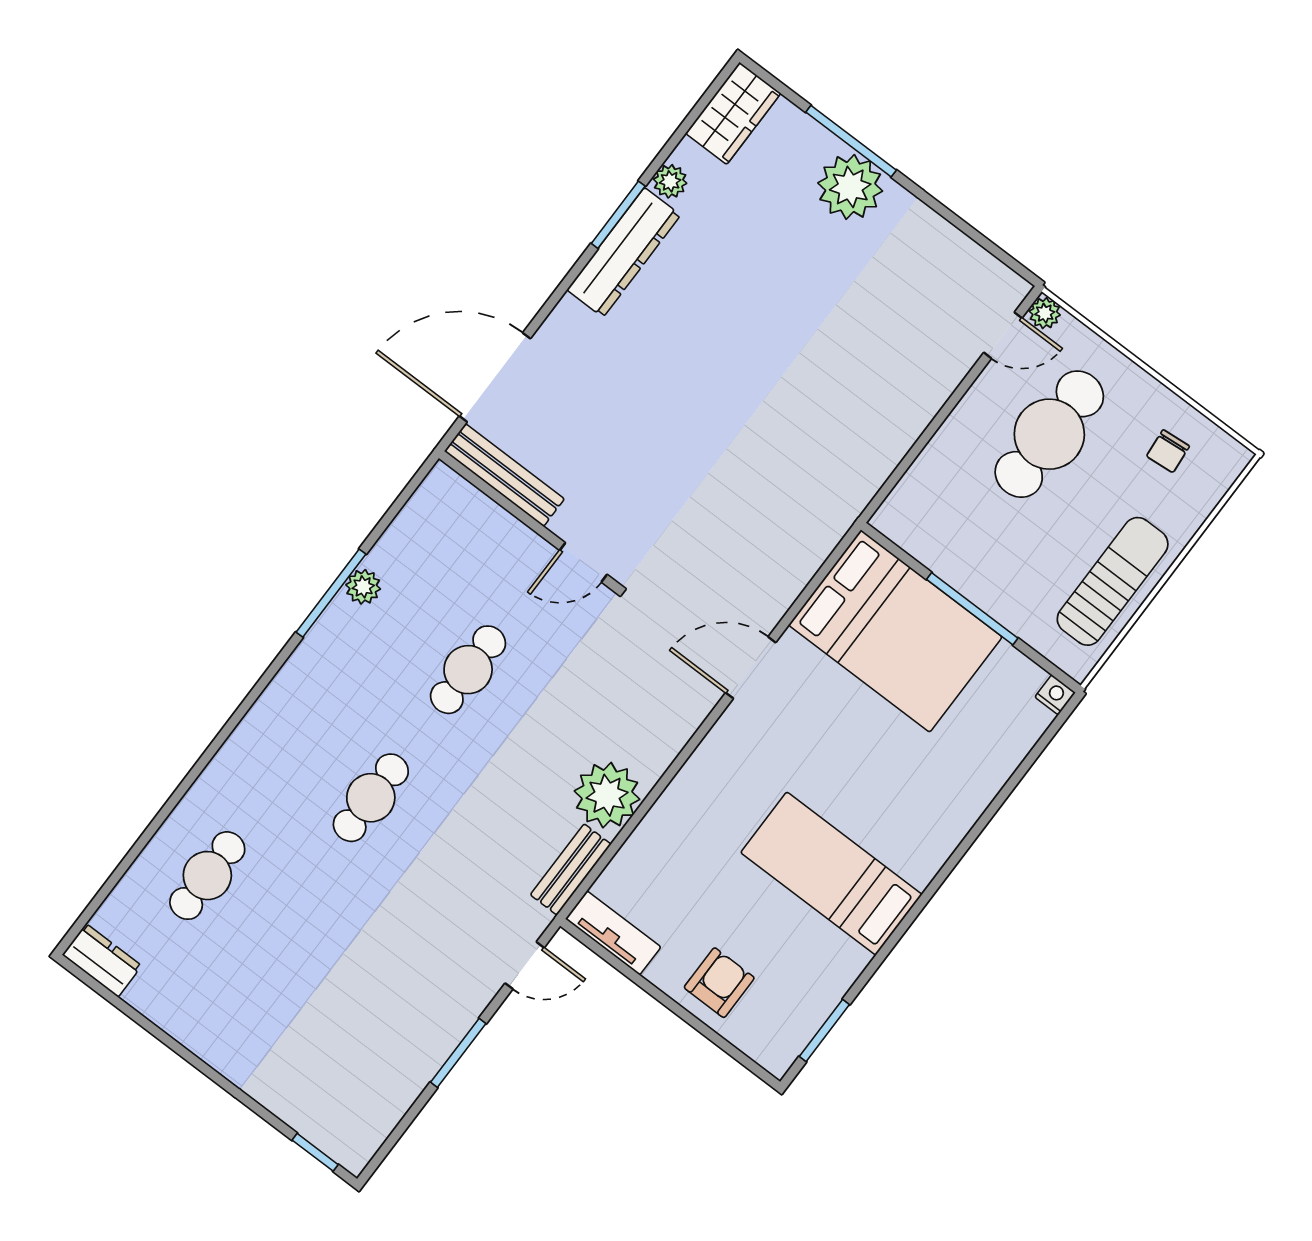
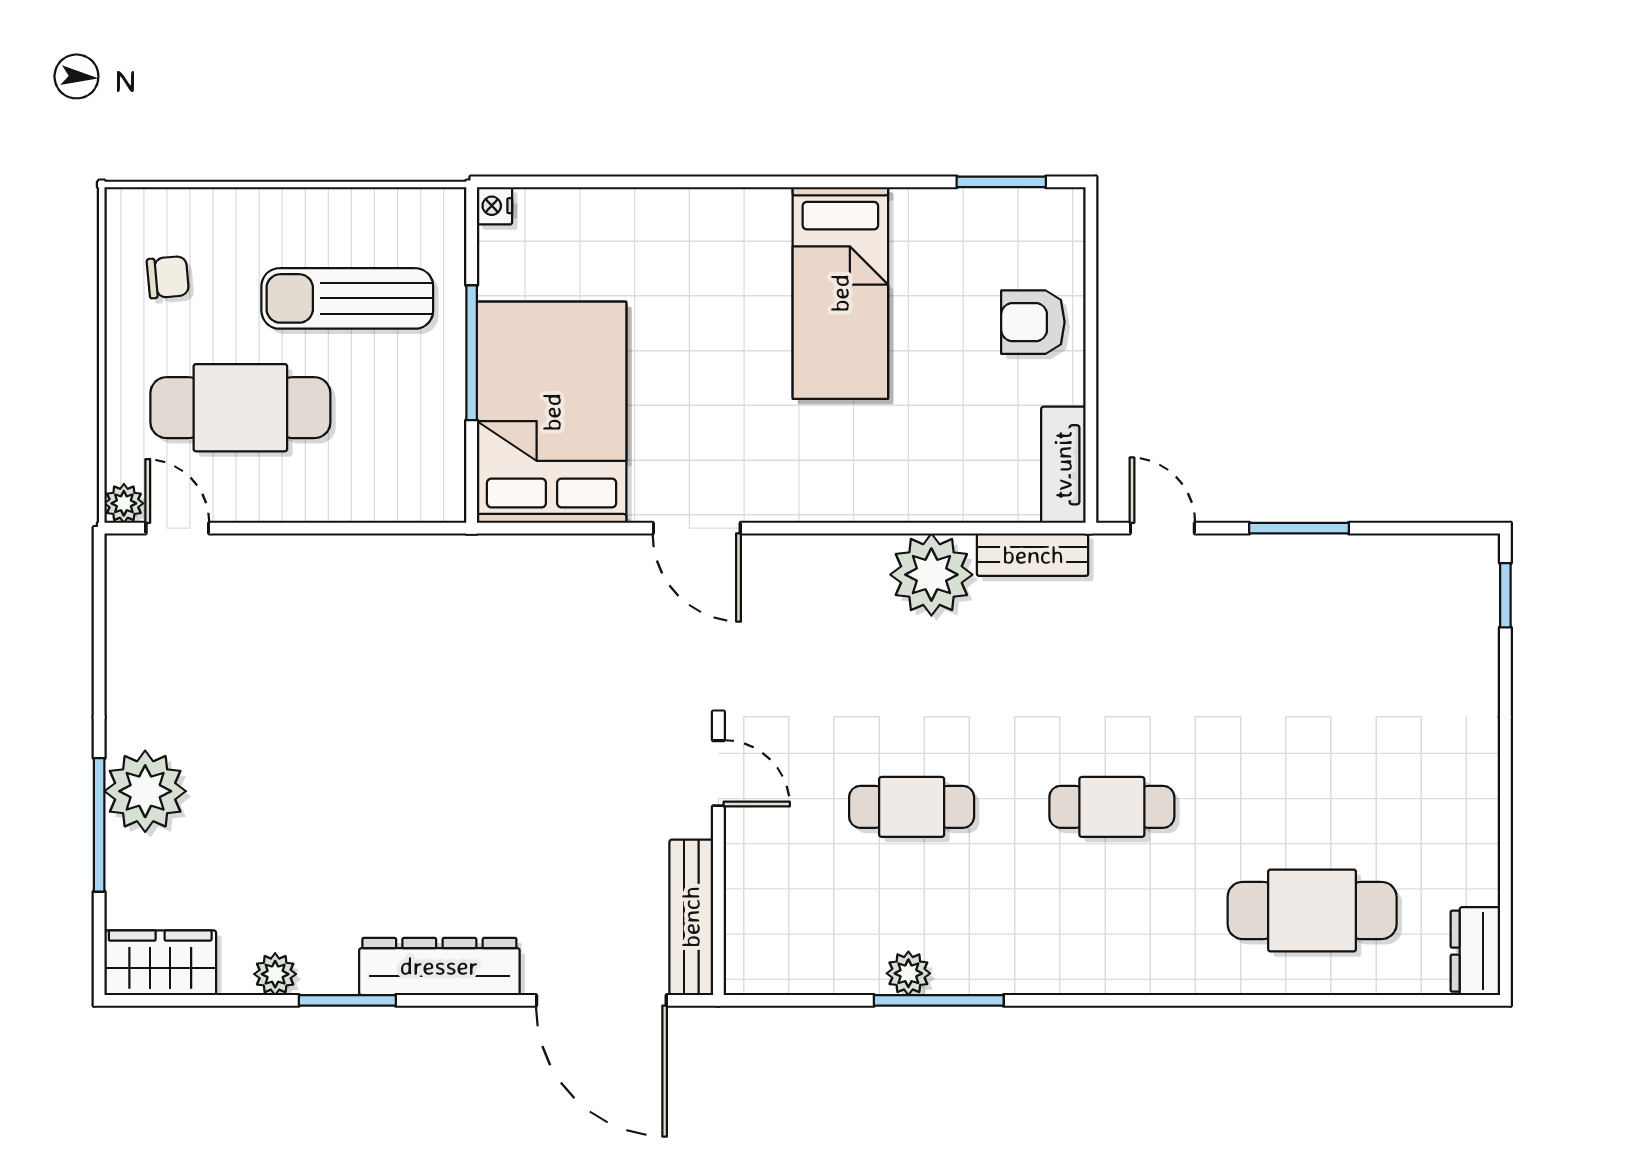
dresser: (624, 252) -> (439, 966), moved
sun lounger: (1113, 581) -> (347, 298), moved
cafe table: (207, 876) -> (1312, 910), width x1.37, depth x1.35

